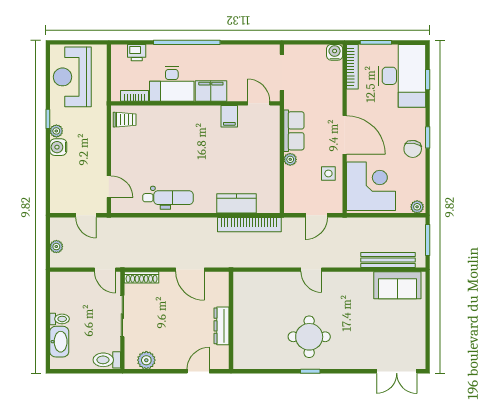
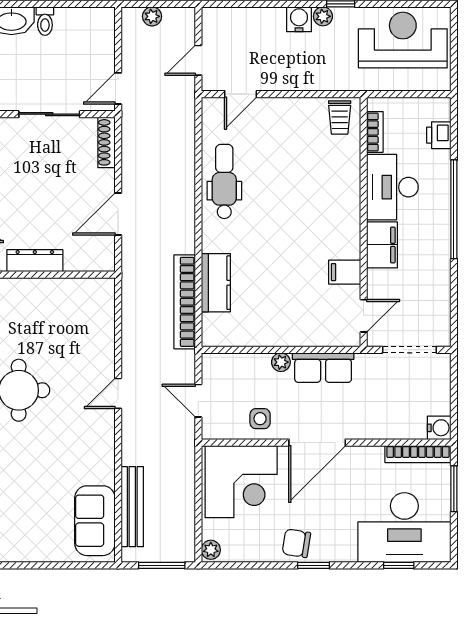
dental chair: (168, 198) -> (224, 181), turned 180

